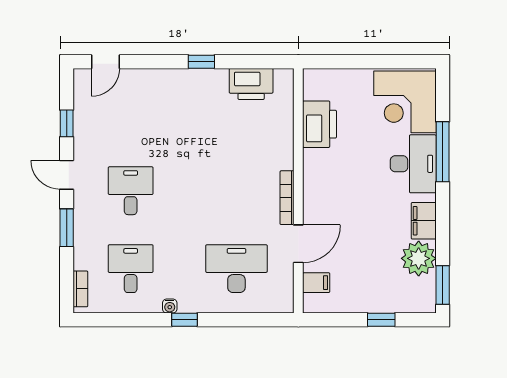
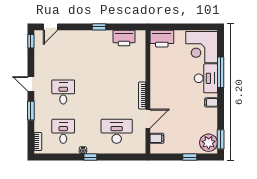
window: (67, 123) -> (31, 41), moved
printer: (319, 124) -> (162, 39), moved, turned 90
filing cabinet: (424, 221) -> (211, 102), width x0.50
plant: (419, 258) -> (209, 143), moved

